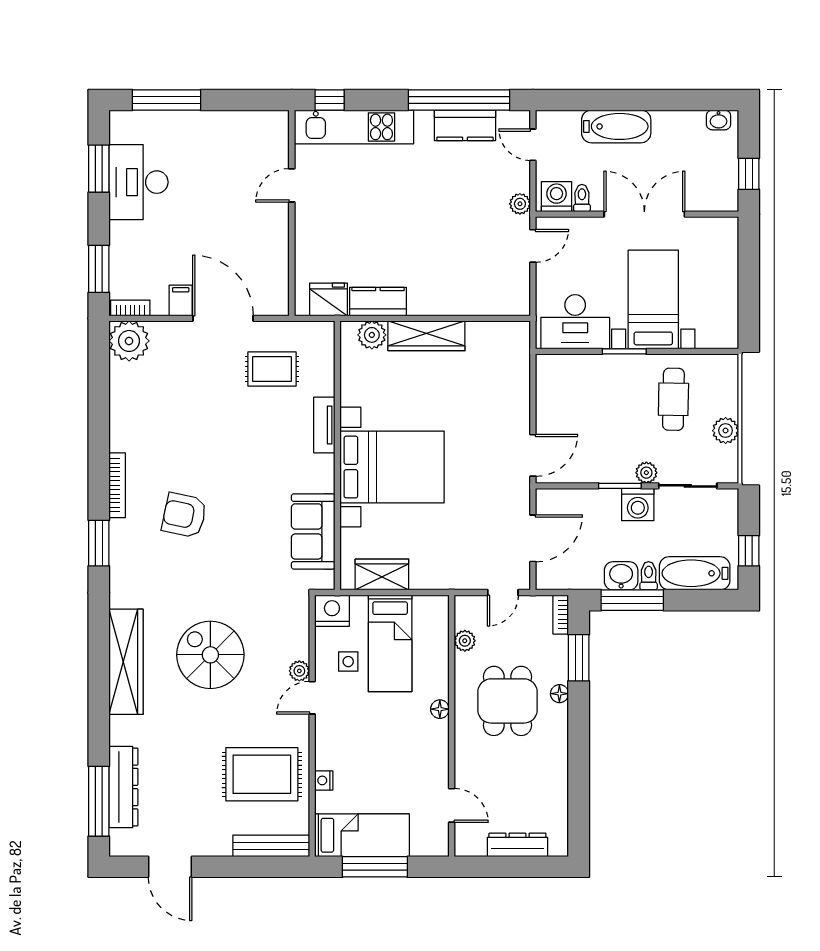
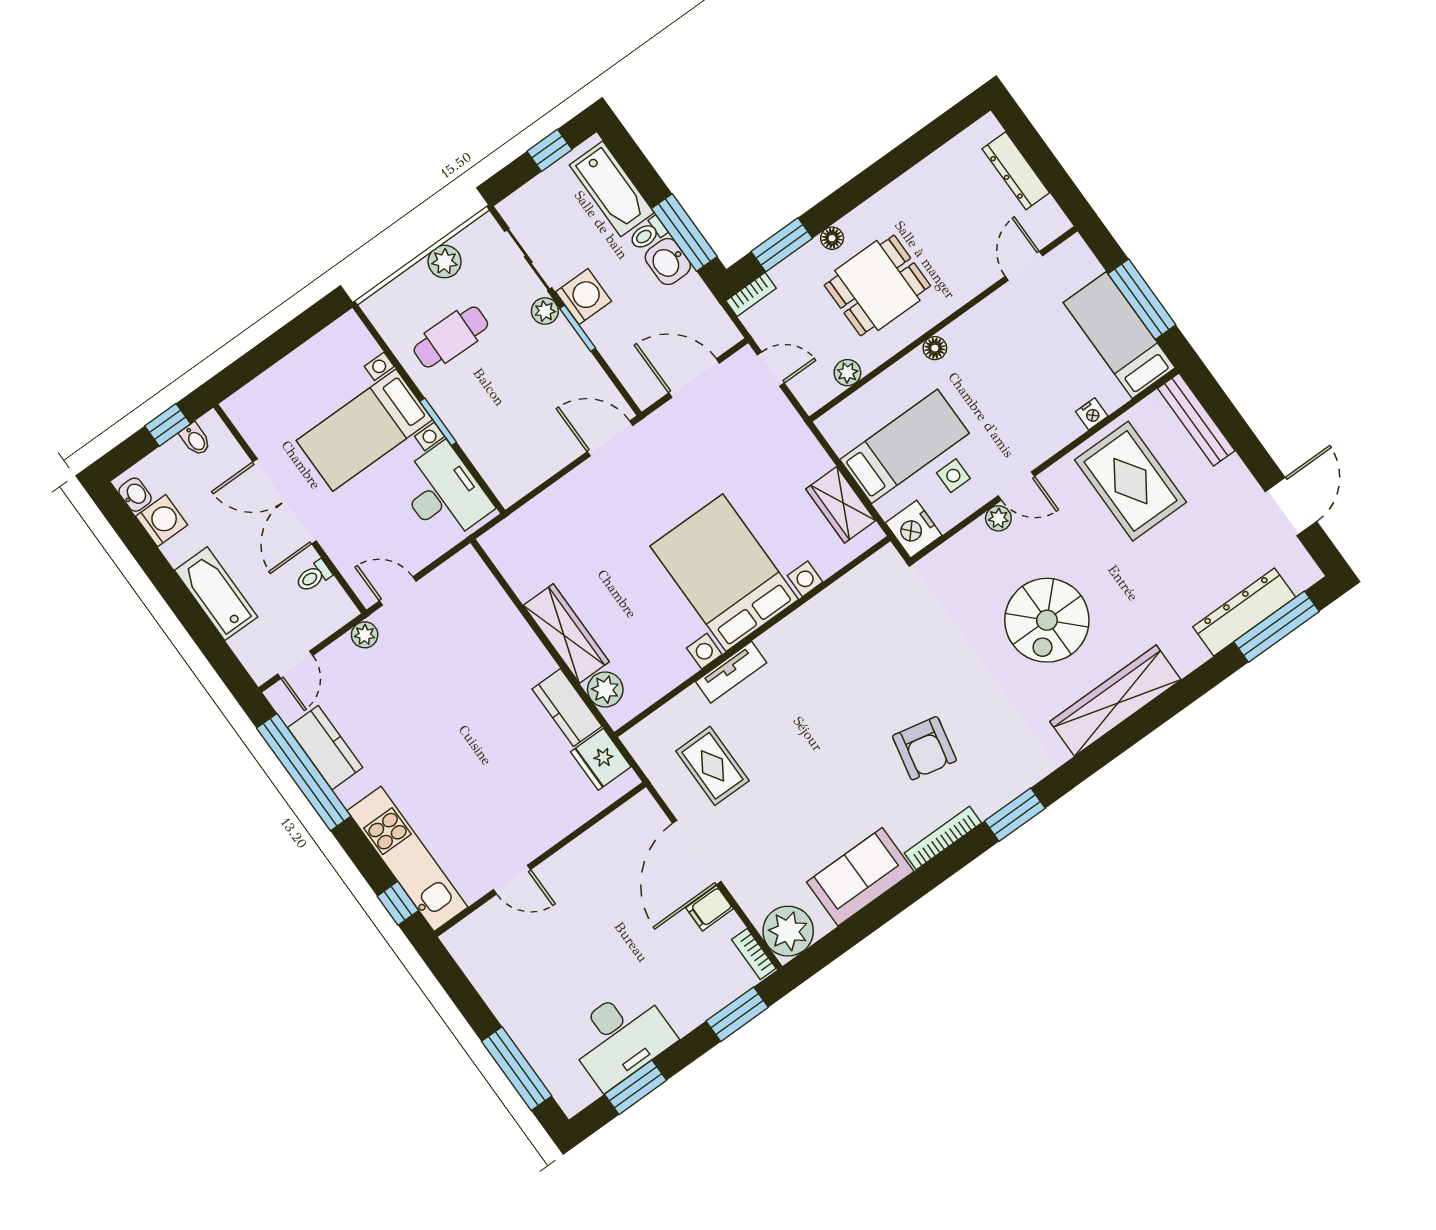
bidet: (726, 185) -> (195, 439), added
washing machine: (557, 197) -> (162, 521), moved, turned 180
sofa: (313, 531) -> (860, 877), moved, turned 180

